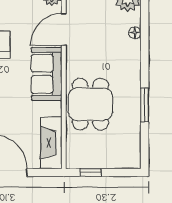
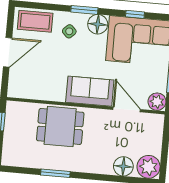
floor lamp: (135, 33) -> (123, 166), width x1.89, depth x1.89
fireplace: (51, 143) -> (30, 90), removed

